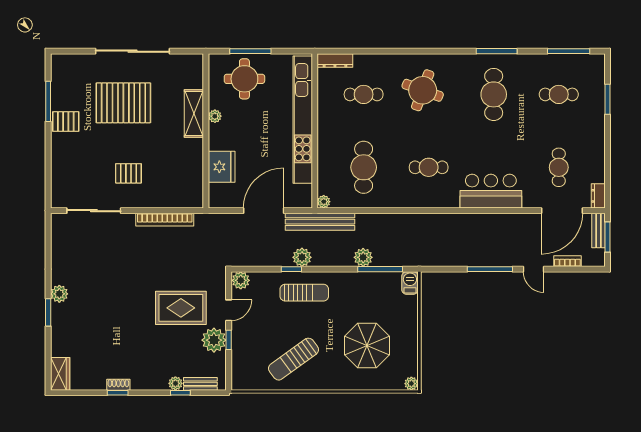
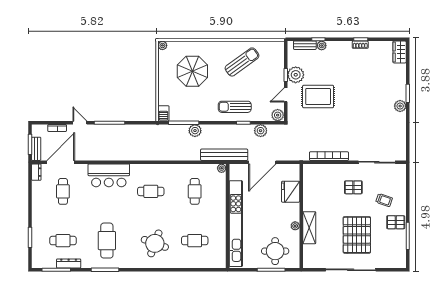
dresser: (335, 61) -> (69, 263), moved
pallet: (123, 103) -> (357, 235), turned 90
trolley: (83, 154) -> (384, 200), added
cafe table: (364, 167) -> (195, 191), width x0.73, depth x0.74
plant: (302, 257) -> (261, 131), moved

